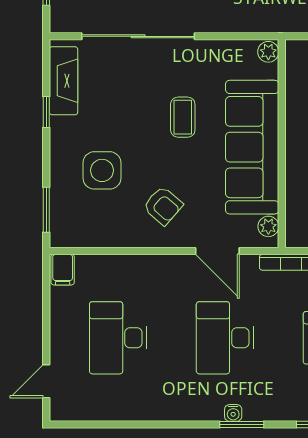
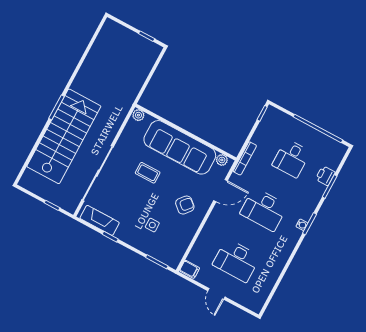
side table: (102, 170) -> (152, 225), width x0.54, depth x0.54
door: (46, 381) -> (216, 294), moved

